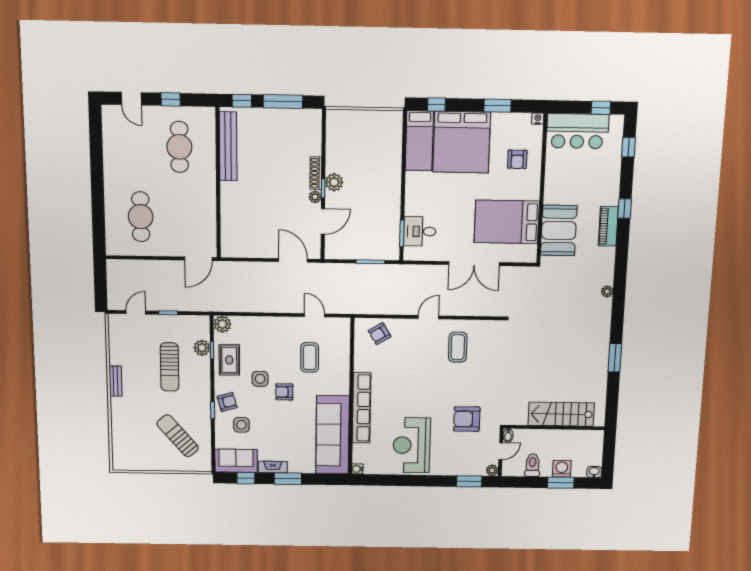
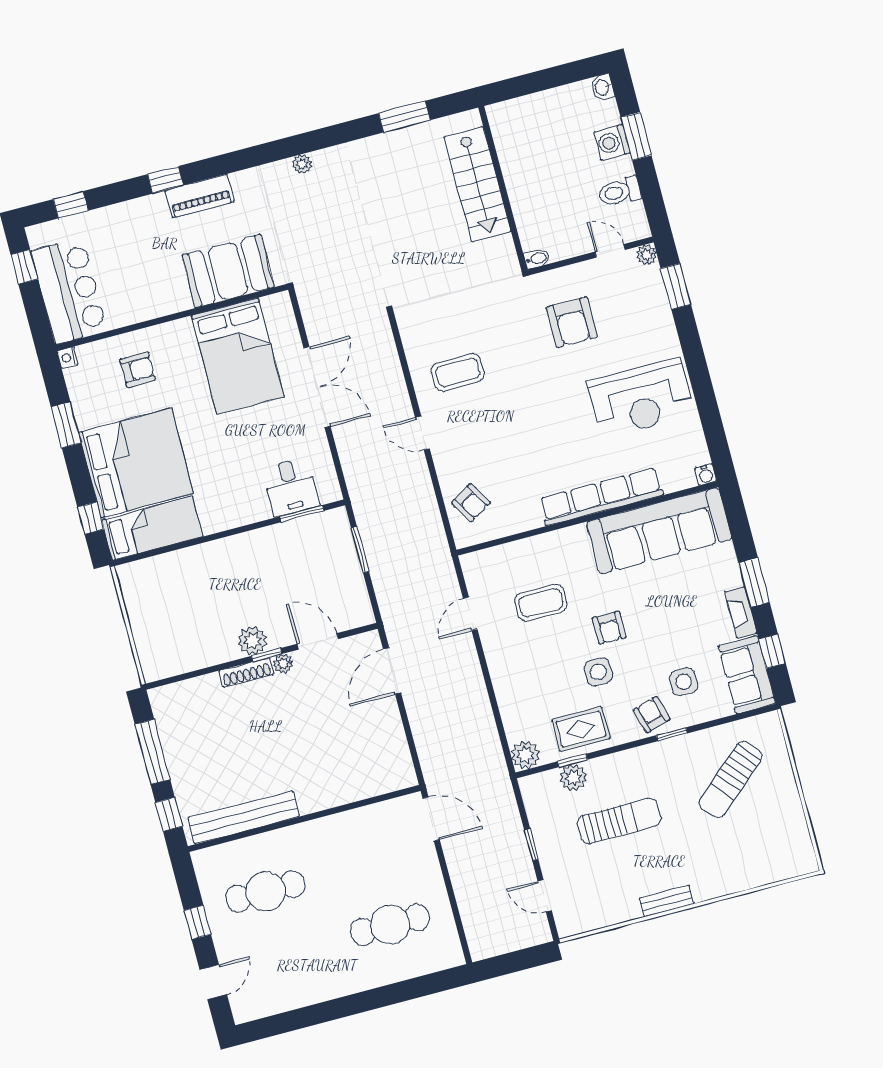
stairs: (561, 414) -> (477, 184), moved
wall: (554, 428) -> (503, 189), moved
bidet: (508, 435) -> (537, 259), moved

